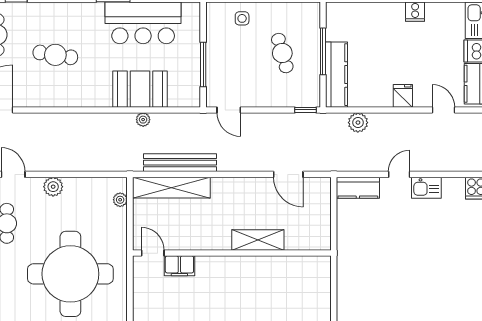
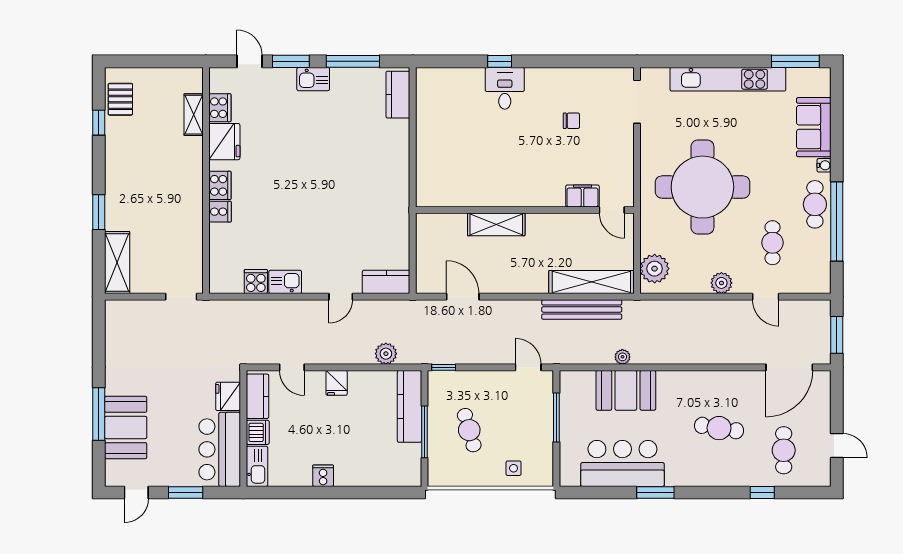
kitchen sink: (426, 188) -> (285, 282), moved
plant: (120, 200) -> (655, 269), width x1.88, depth x1.88

